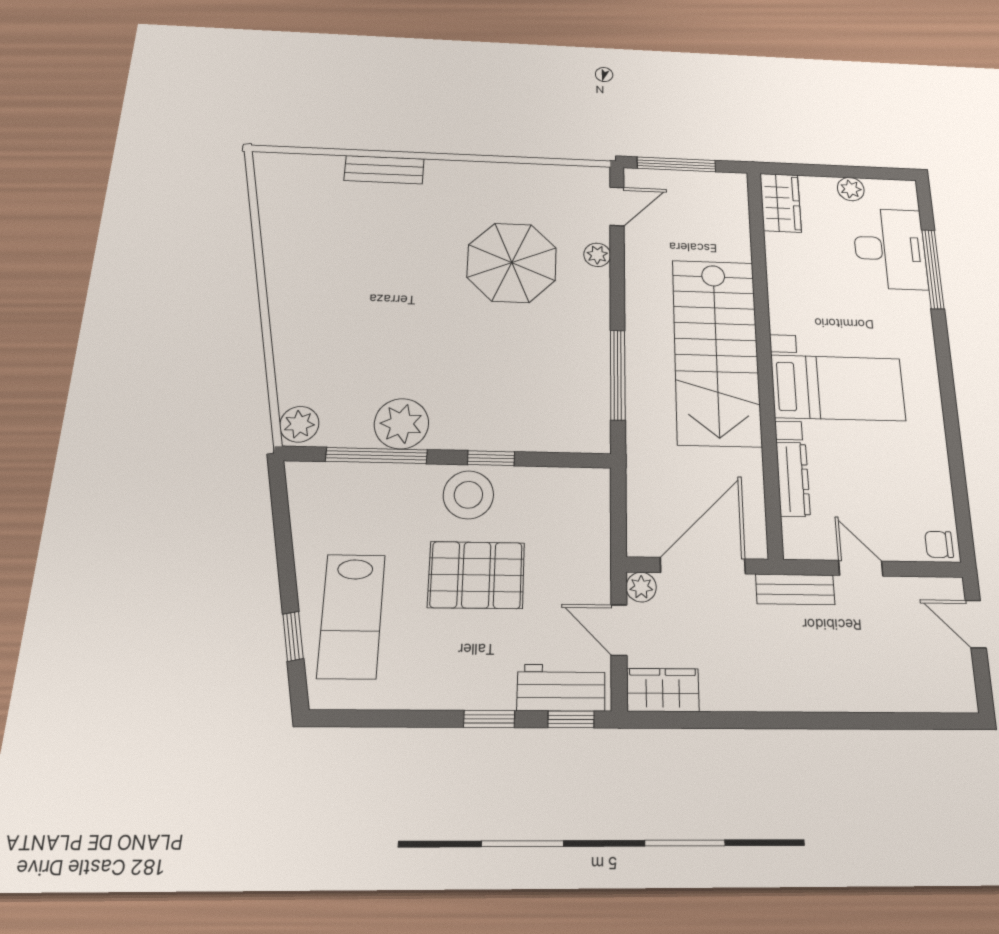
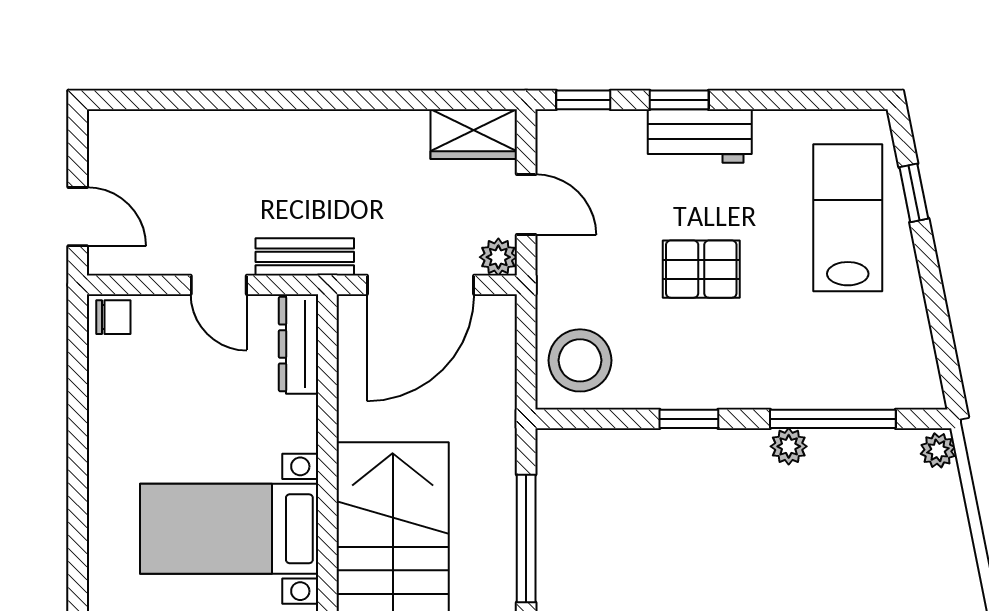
plant: (299, 424) -> (938, 450), width x0.73, depth x0.73
plant: (401, 424) -> (789, 446), width x0.53, depth x0.53
dresser: (793, 479) -> (299, 344), moved
stool: (468, 495) -> (580, 360), moved
pallet: (476, 575) -> (701, 269), width x0.67, depth x0.71
workbench: (561, 688) -> (700, 136), moved

